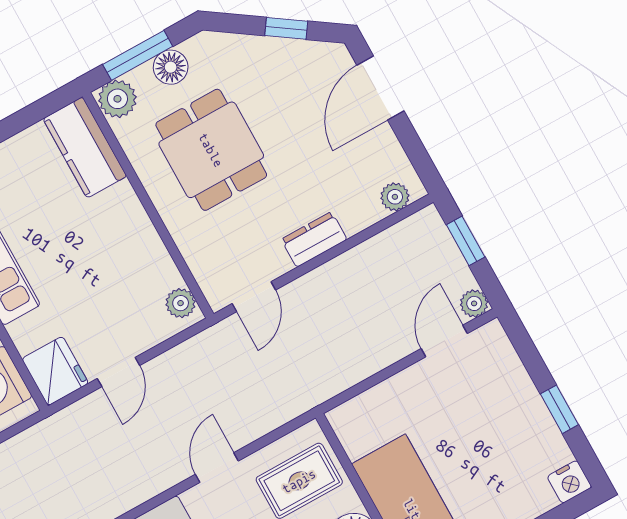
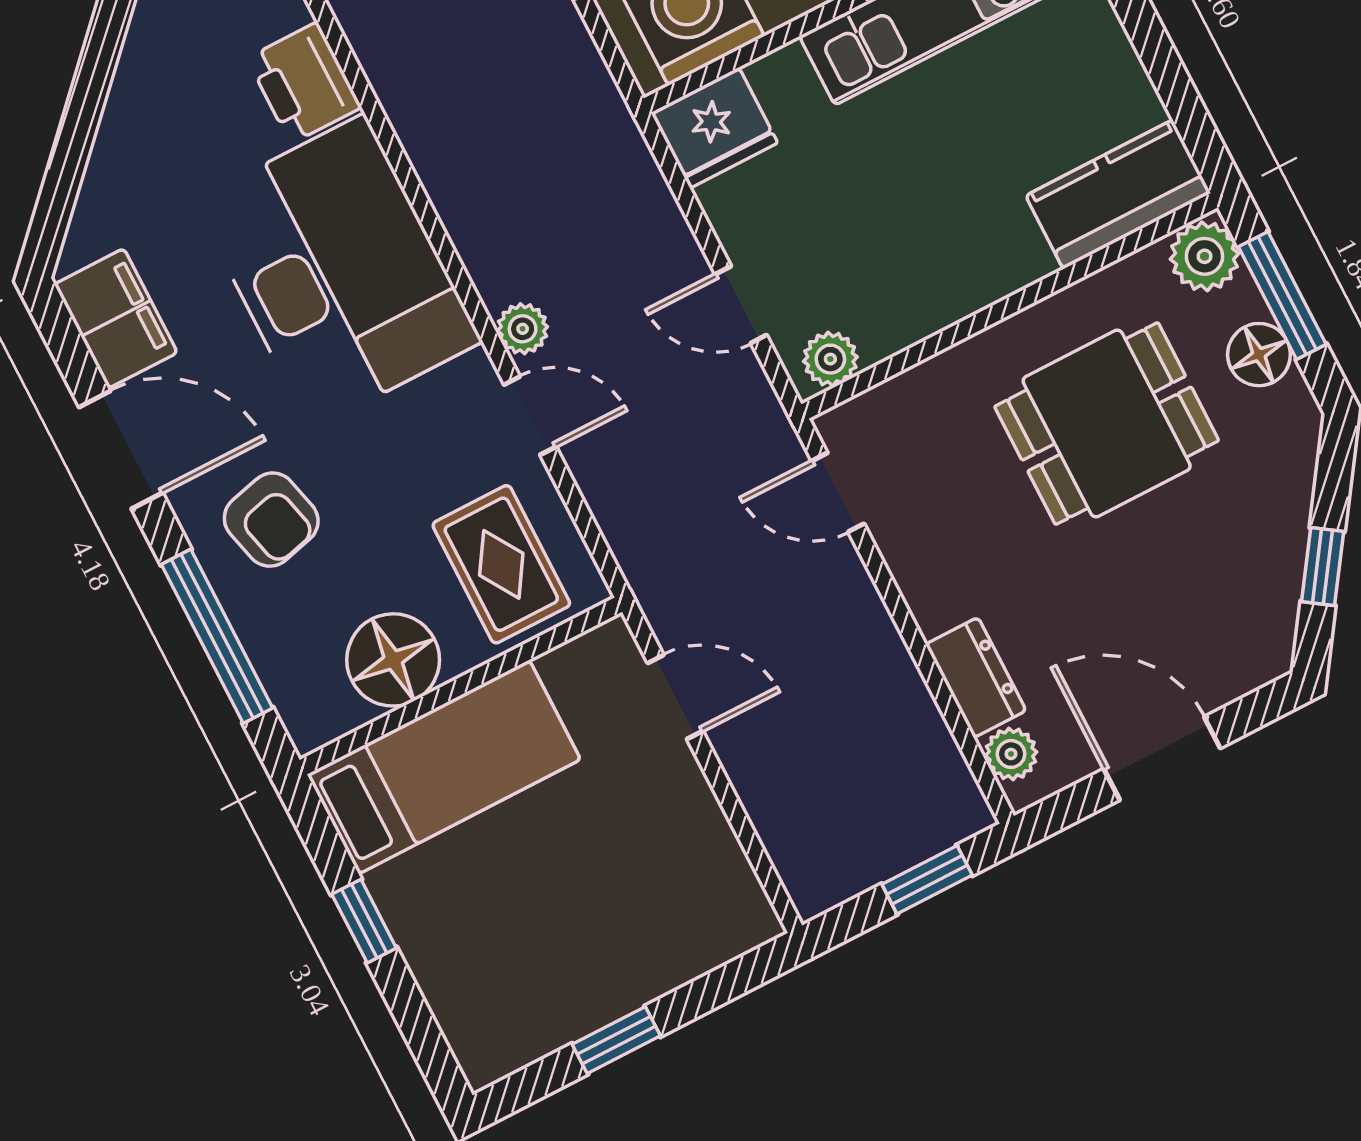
door: (381, 88) -> (1162, 758), moved
dresser: (314, 239) -> (976, 678), moved
plant: (474, 303) -> (523, 329), moved
door: (444, 341) -> (675, 697), moved
door: (118, 372) -> (741, 305), moved
nightstand: (569, 482) -> (484, 1054), removed

